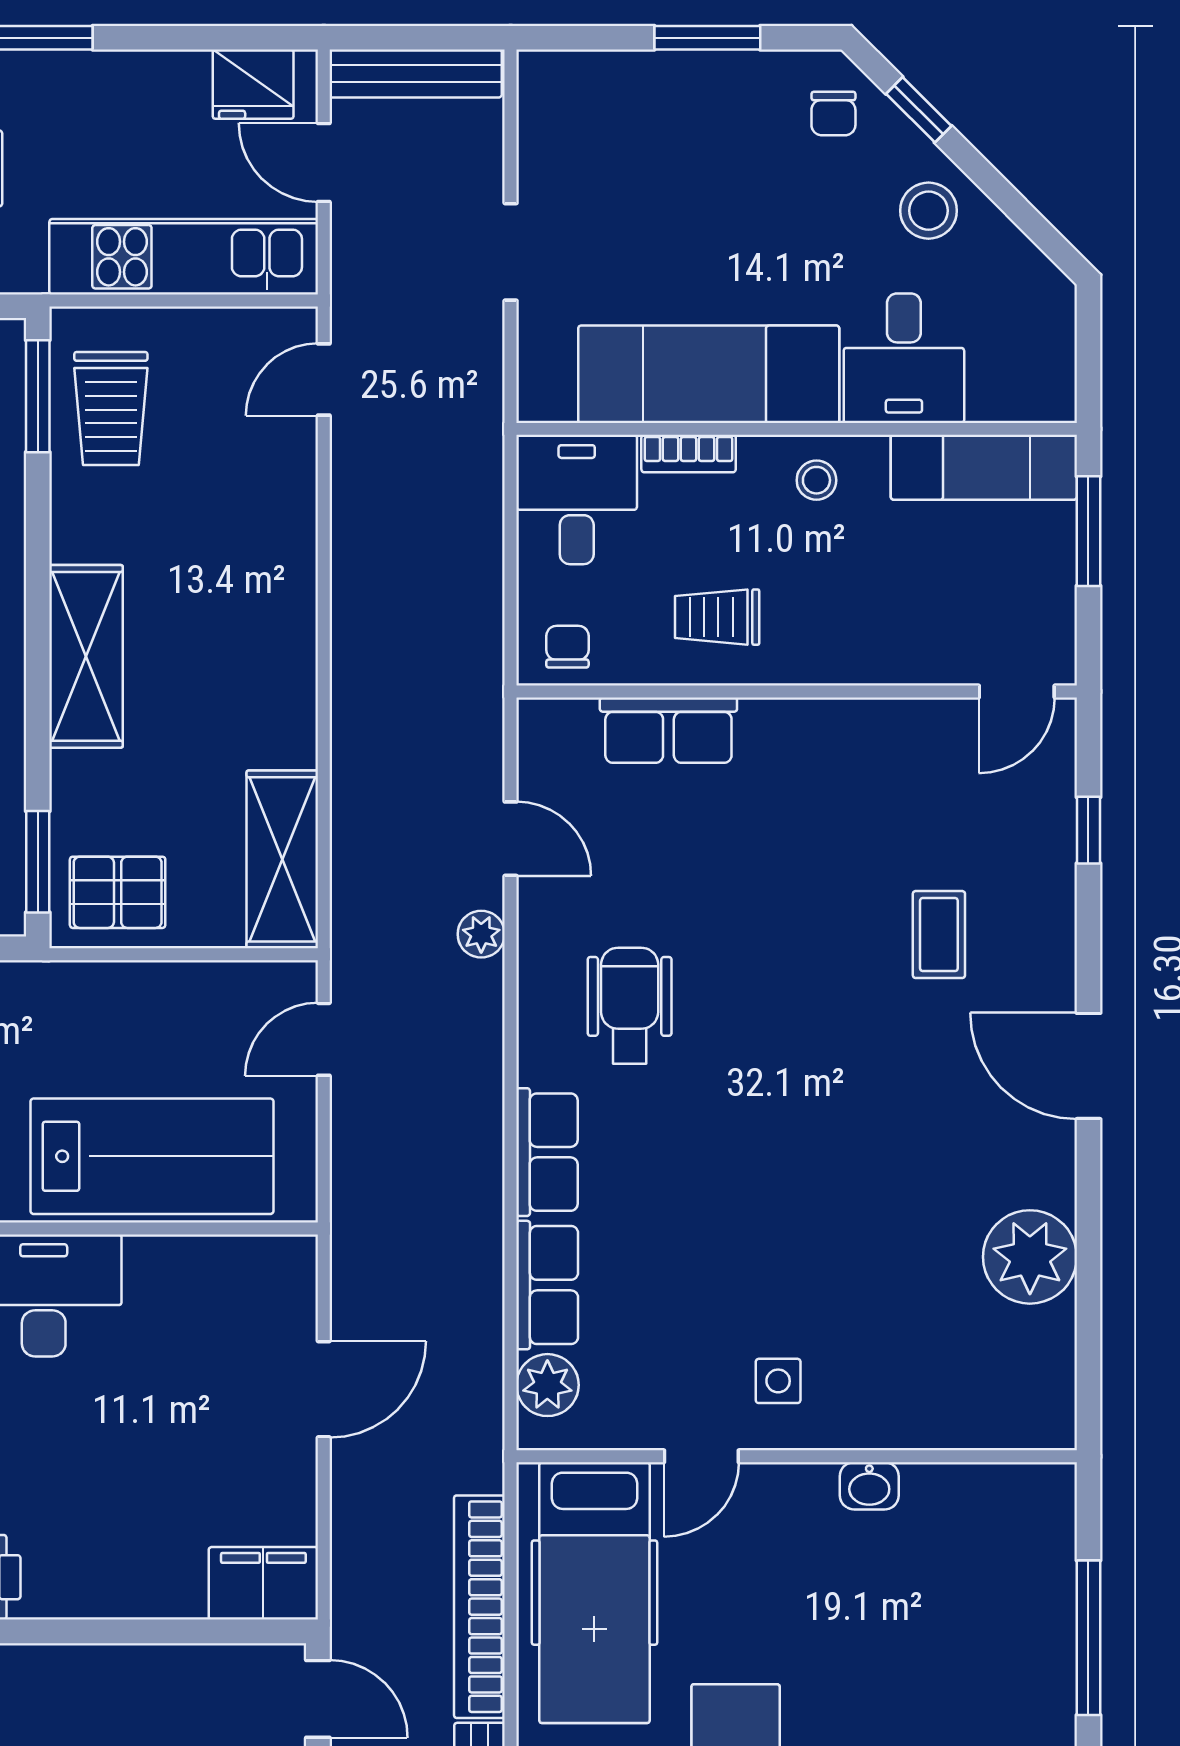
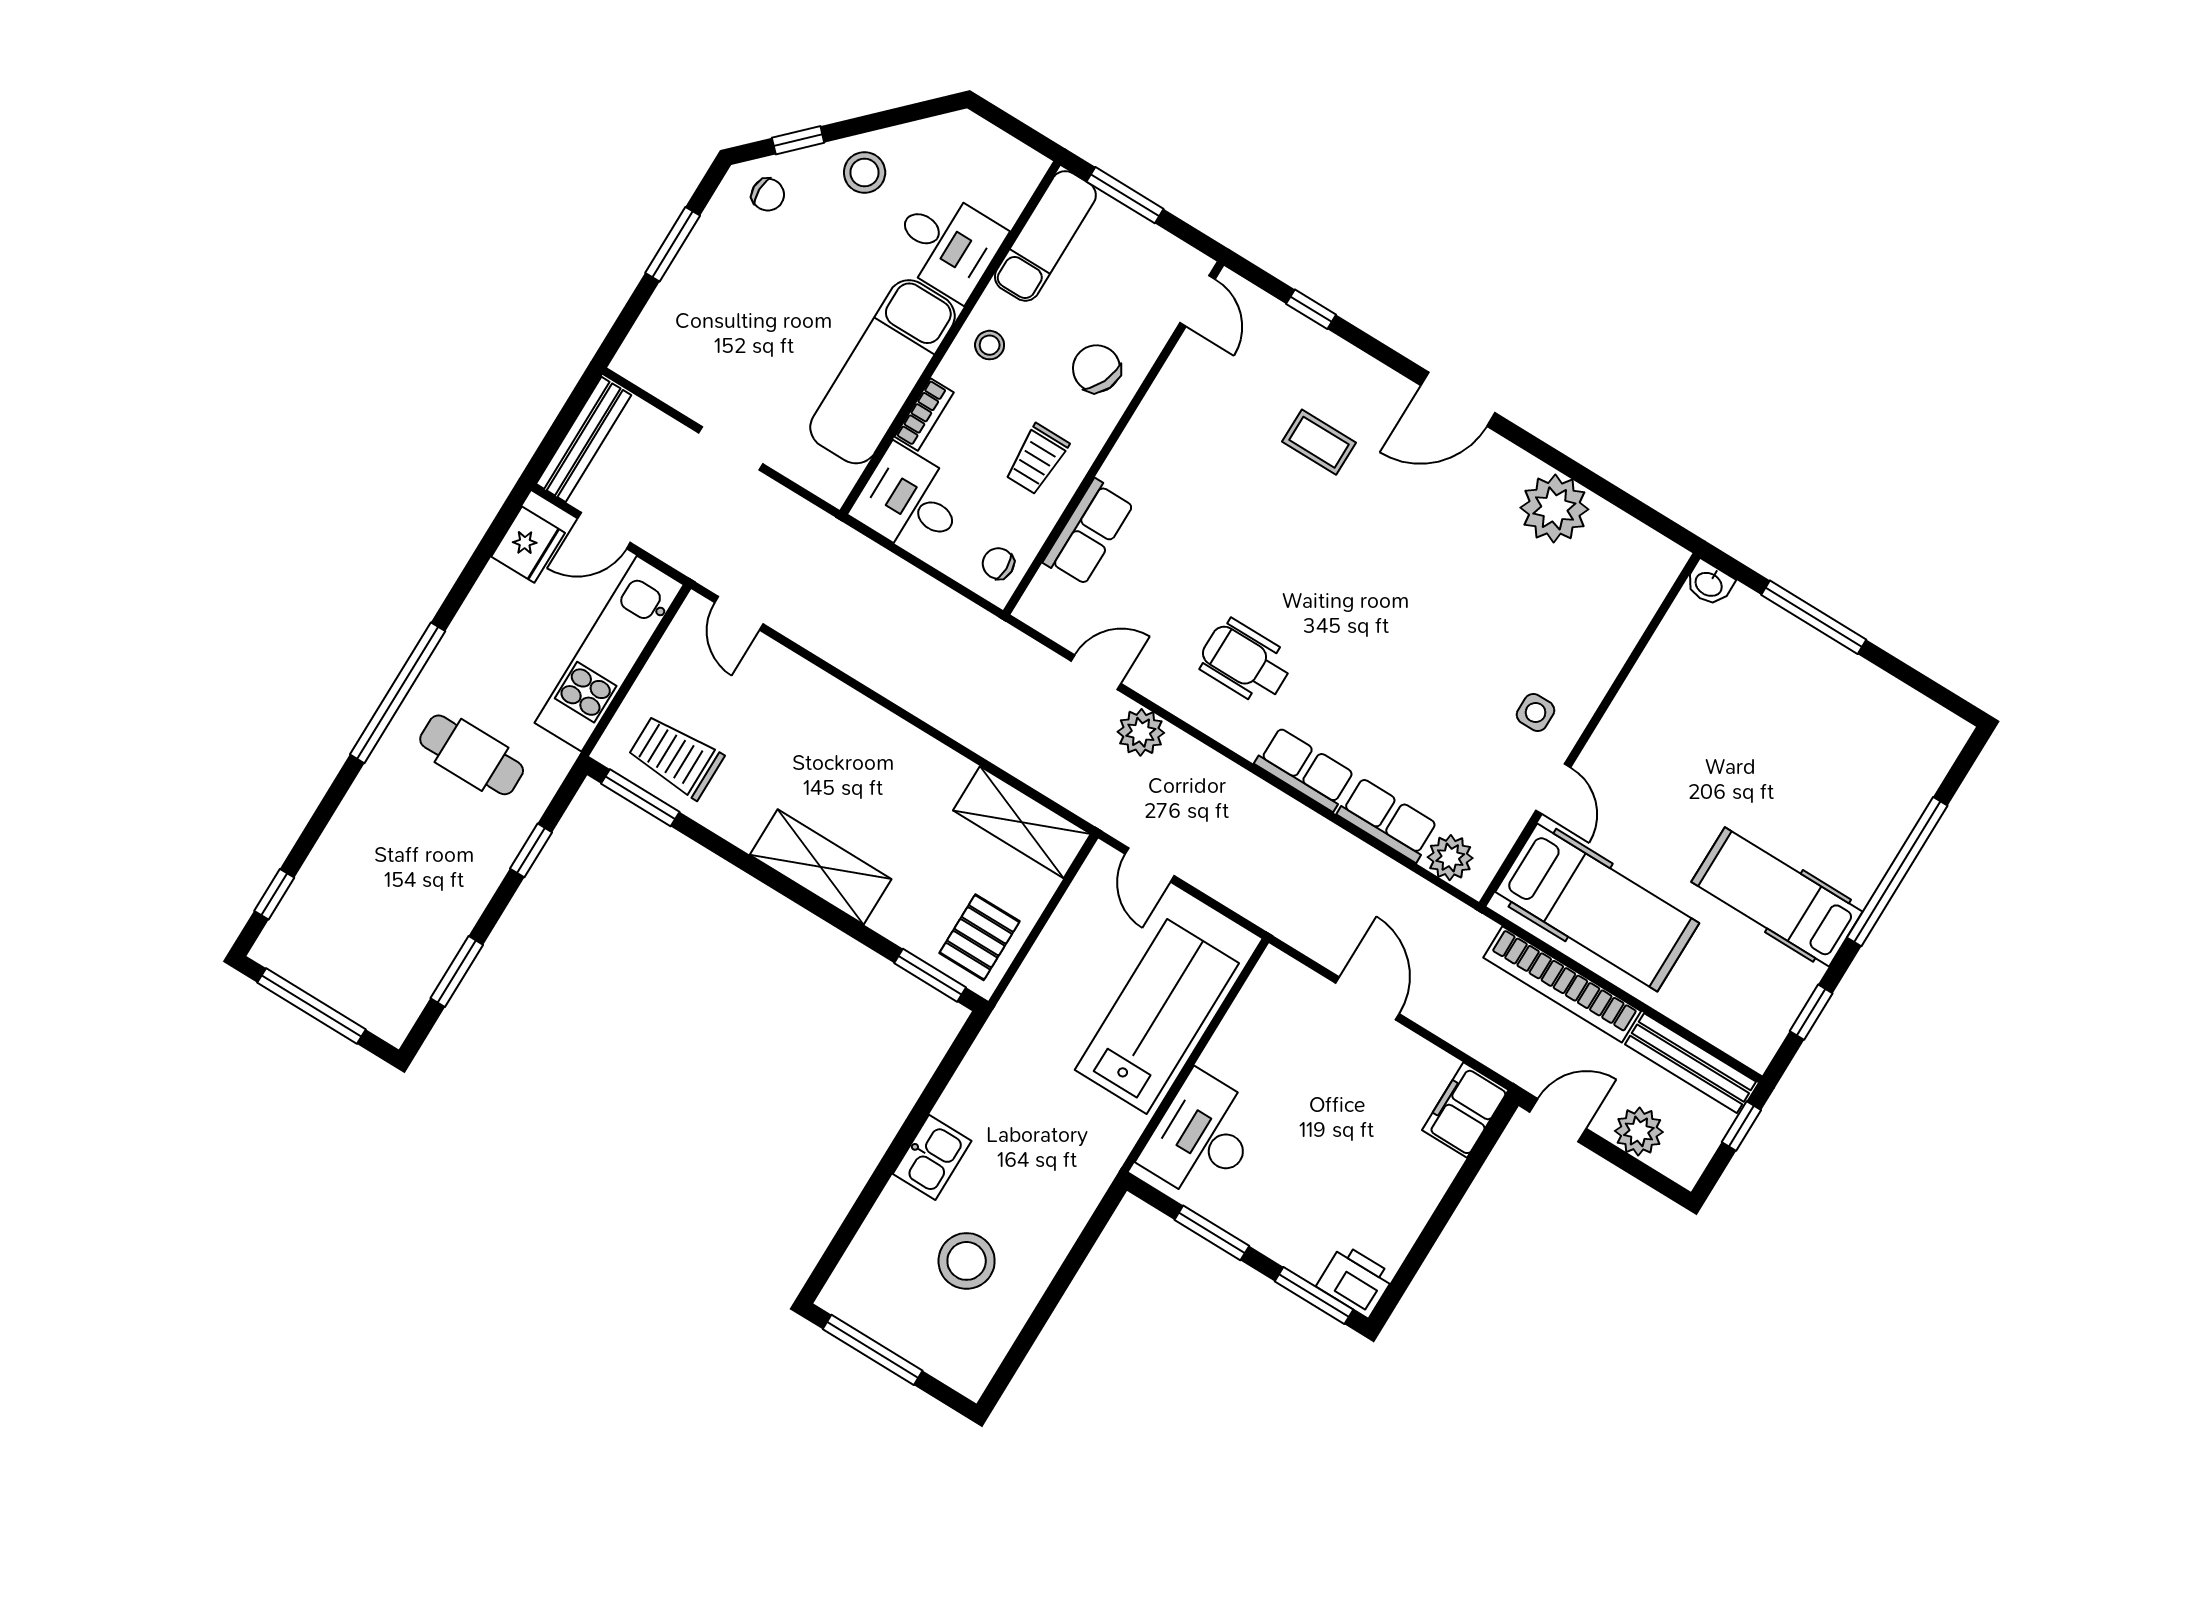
trolley: (111, 409) -> (676, 757), turned 180
chair: (865, 622) -> (1096, 369), added
plant: (481, 934) -> (1141, 732), width x1.38, depth x1.38
washbasin: (869, 1486) -> (1709, 583), moved, turned 90

